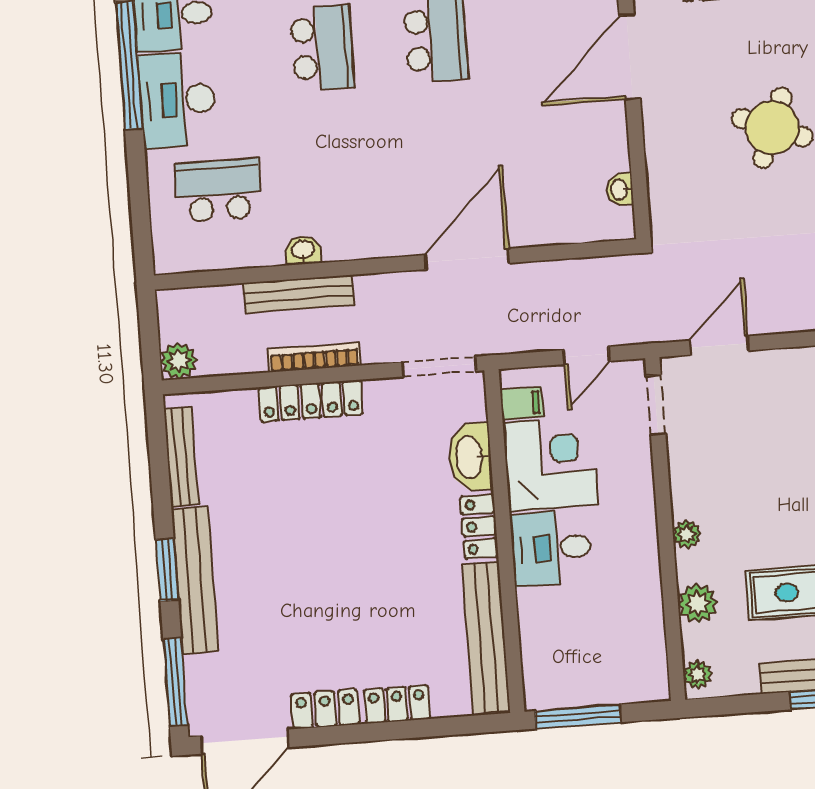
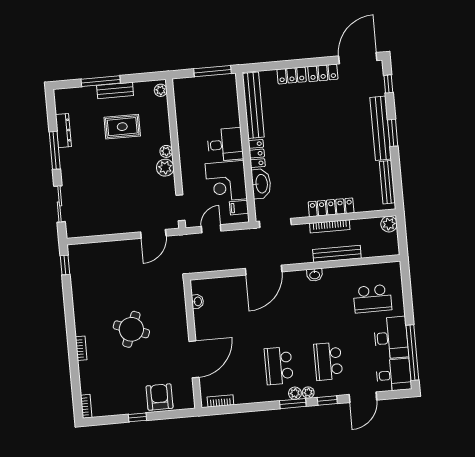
washbasin: (303, 250) -> (315, 275), moved
plant: (698, 603) -> (165, 168), moved
window: (175, 682) -> (388, 84), width x0.46

